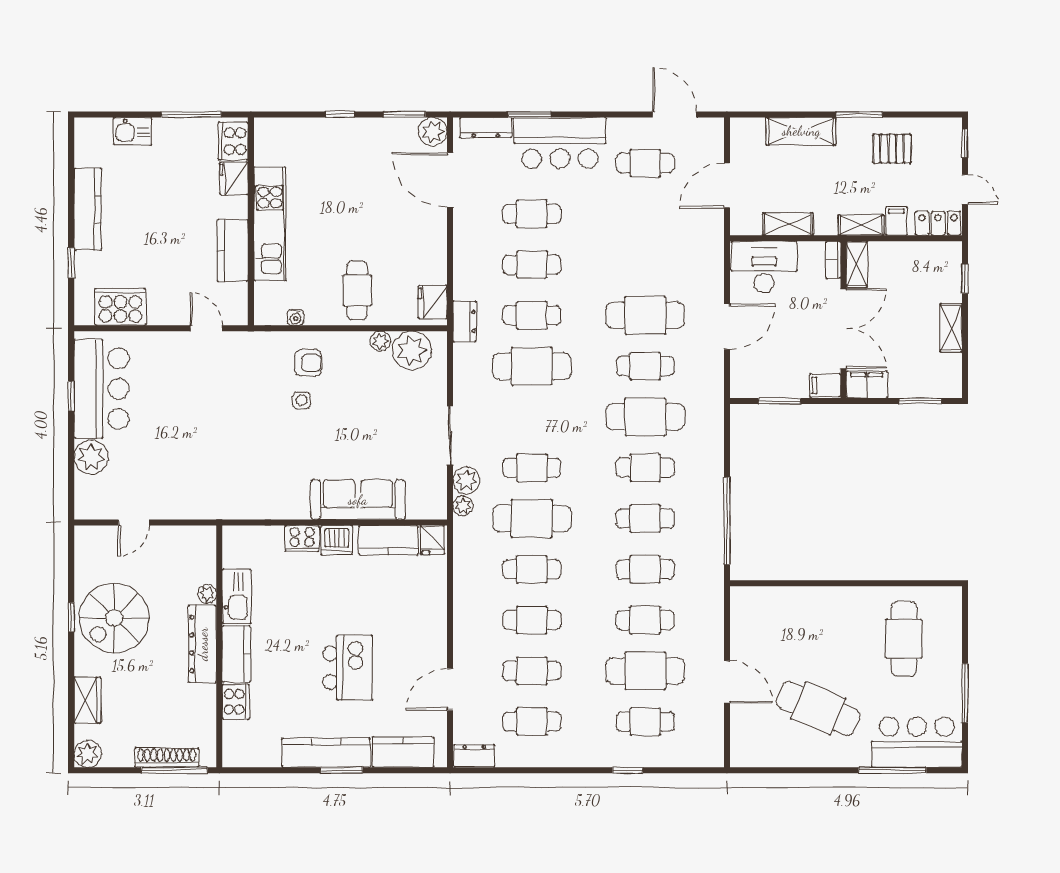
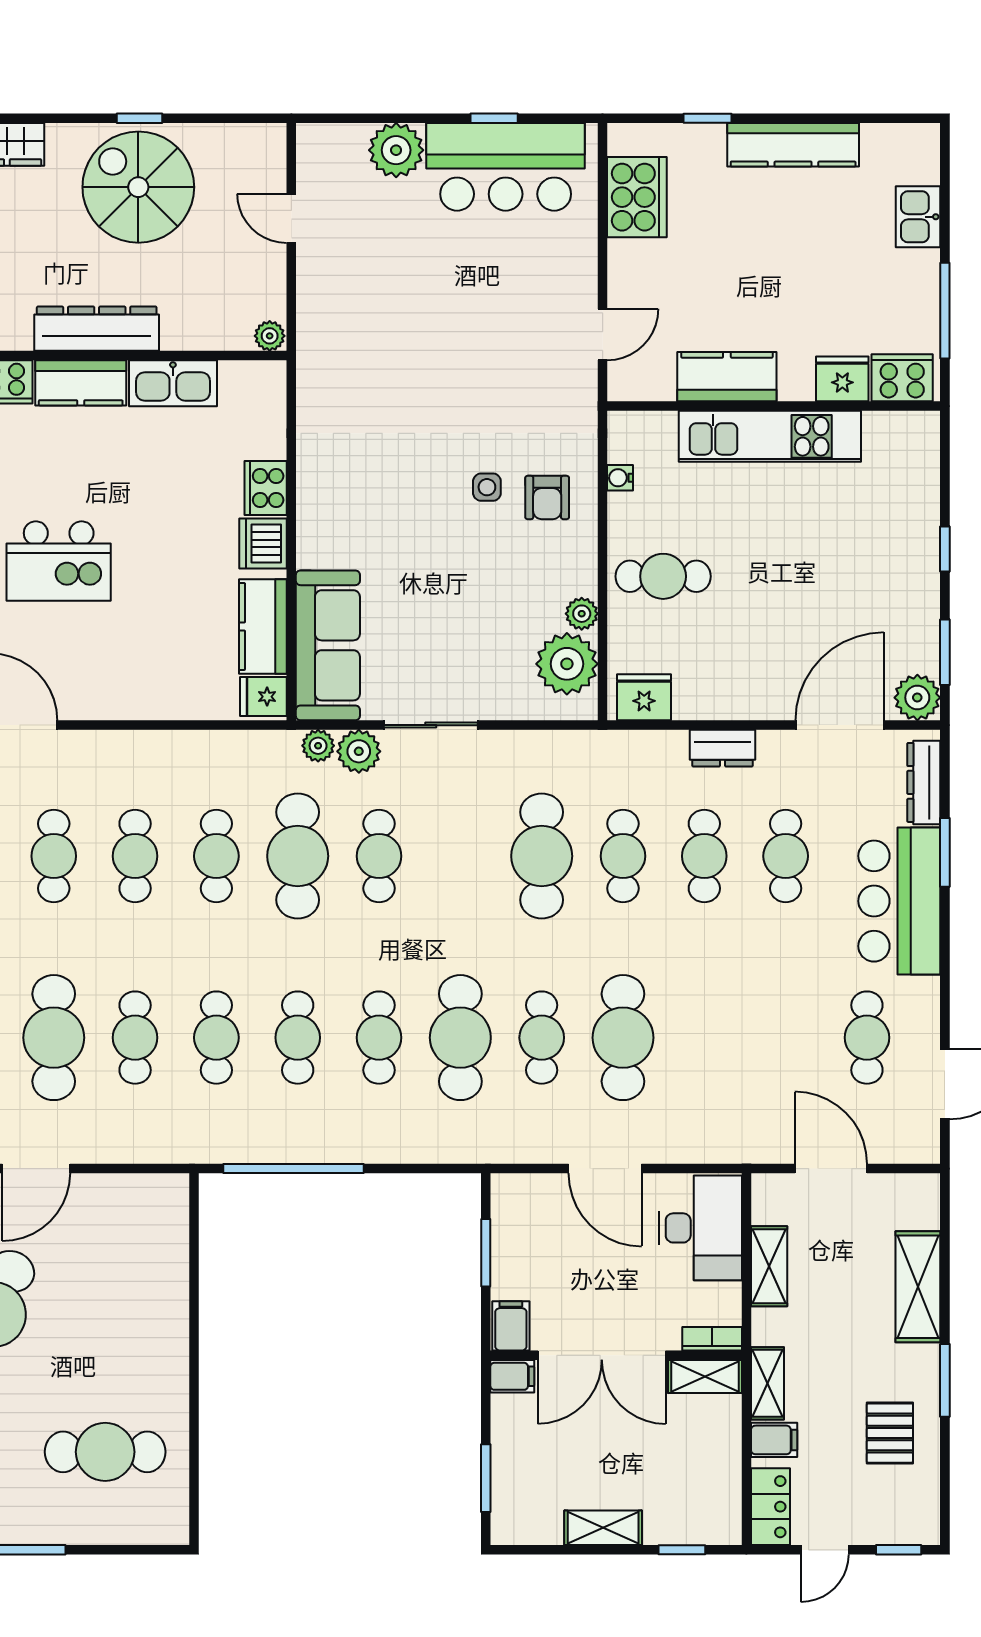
dresser: (464, 321) -> (722, 748), moved
filing cabinet: (867, 385) -> (512, 1376), width x0.50
sofa: (358, 500) -> (328, 645), moved
plant: (207, 594) -> (270, 336), moved

